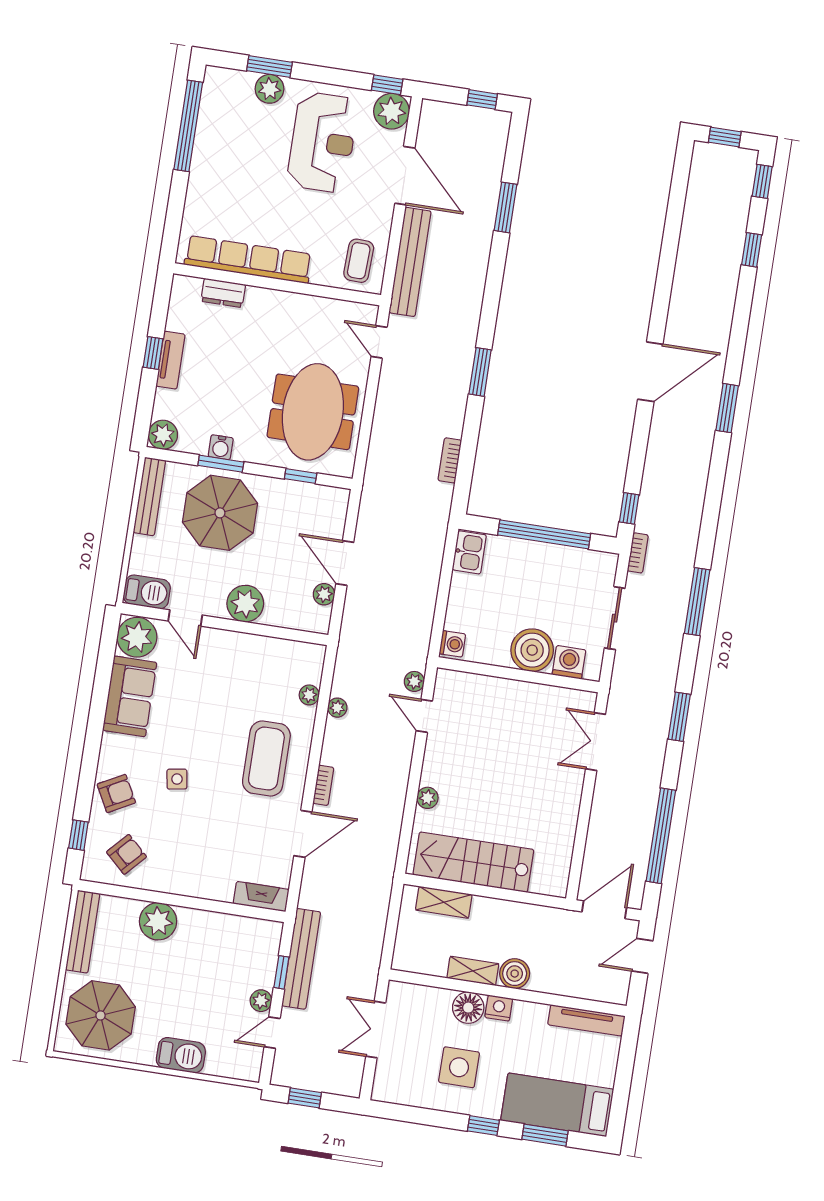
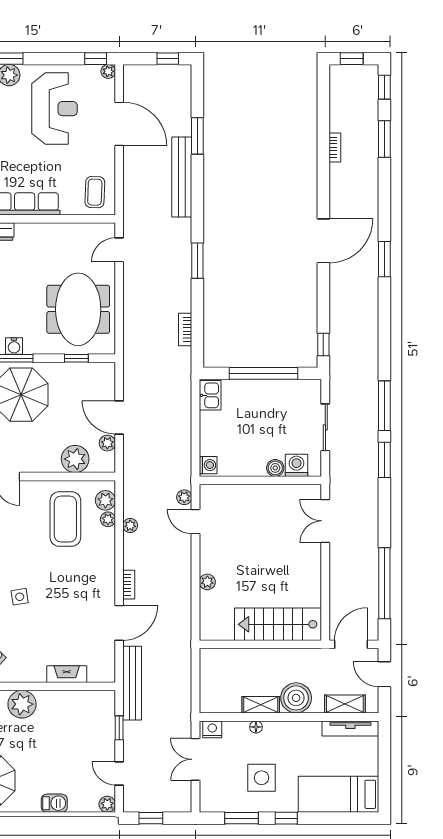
plant: (392, 111) -> (108, 71), width x0.53, depth x0.53
window: (752, 250) -> (384, 139), width x1.50
bench: (410, 262) -> (182, 177), moved
door: (379, 342) -> (119, 250), hinge flipped
bookcase: (638, 553) -> (335, 147), moved
plant: (245, 604) -> (75, 459), moved
boiler: (532, 650) -> (275, 468), width x0.54, depth x0.54
plant: (310, 669) -> (105, 500), added
window: (679, 717) -> (384, 460), moved
coffee table: (266, 759) -> (65, 519), moved
stairs: (473, 862) -> (278, 624), moved
fireplace: (261, 897) -> (67, 674), moved
shelving: (444, 902) -> (345, 704), moved
door: (642, 956) -> (384, 674), hinge flipped
bench: (301, 959) -> (132, 683), moved
boiler: (515, 974) -> (296, 698), width x1.37, depth x1.37
plant: (261, 1001) -> (107, 804), moved
floor lamp: (468, 1008) -> (256, 727), width x0.53, depth x0.53
nightstand: (499, 1008) -> (212, 729), moved
door: (272, 1033) -> (119, 773), hinge flipped
barbecue: (181, 1055) -> (54, 803), width x0.73, depth x0.79
window: (545, 1135) -> (241, 818), moved

